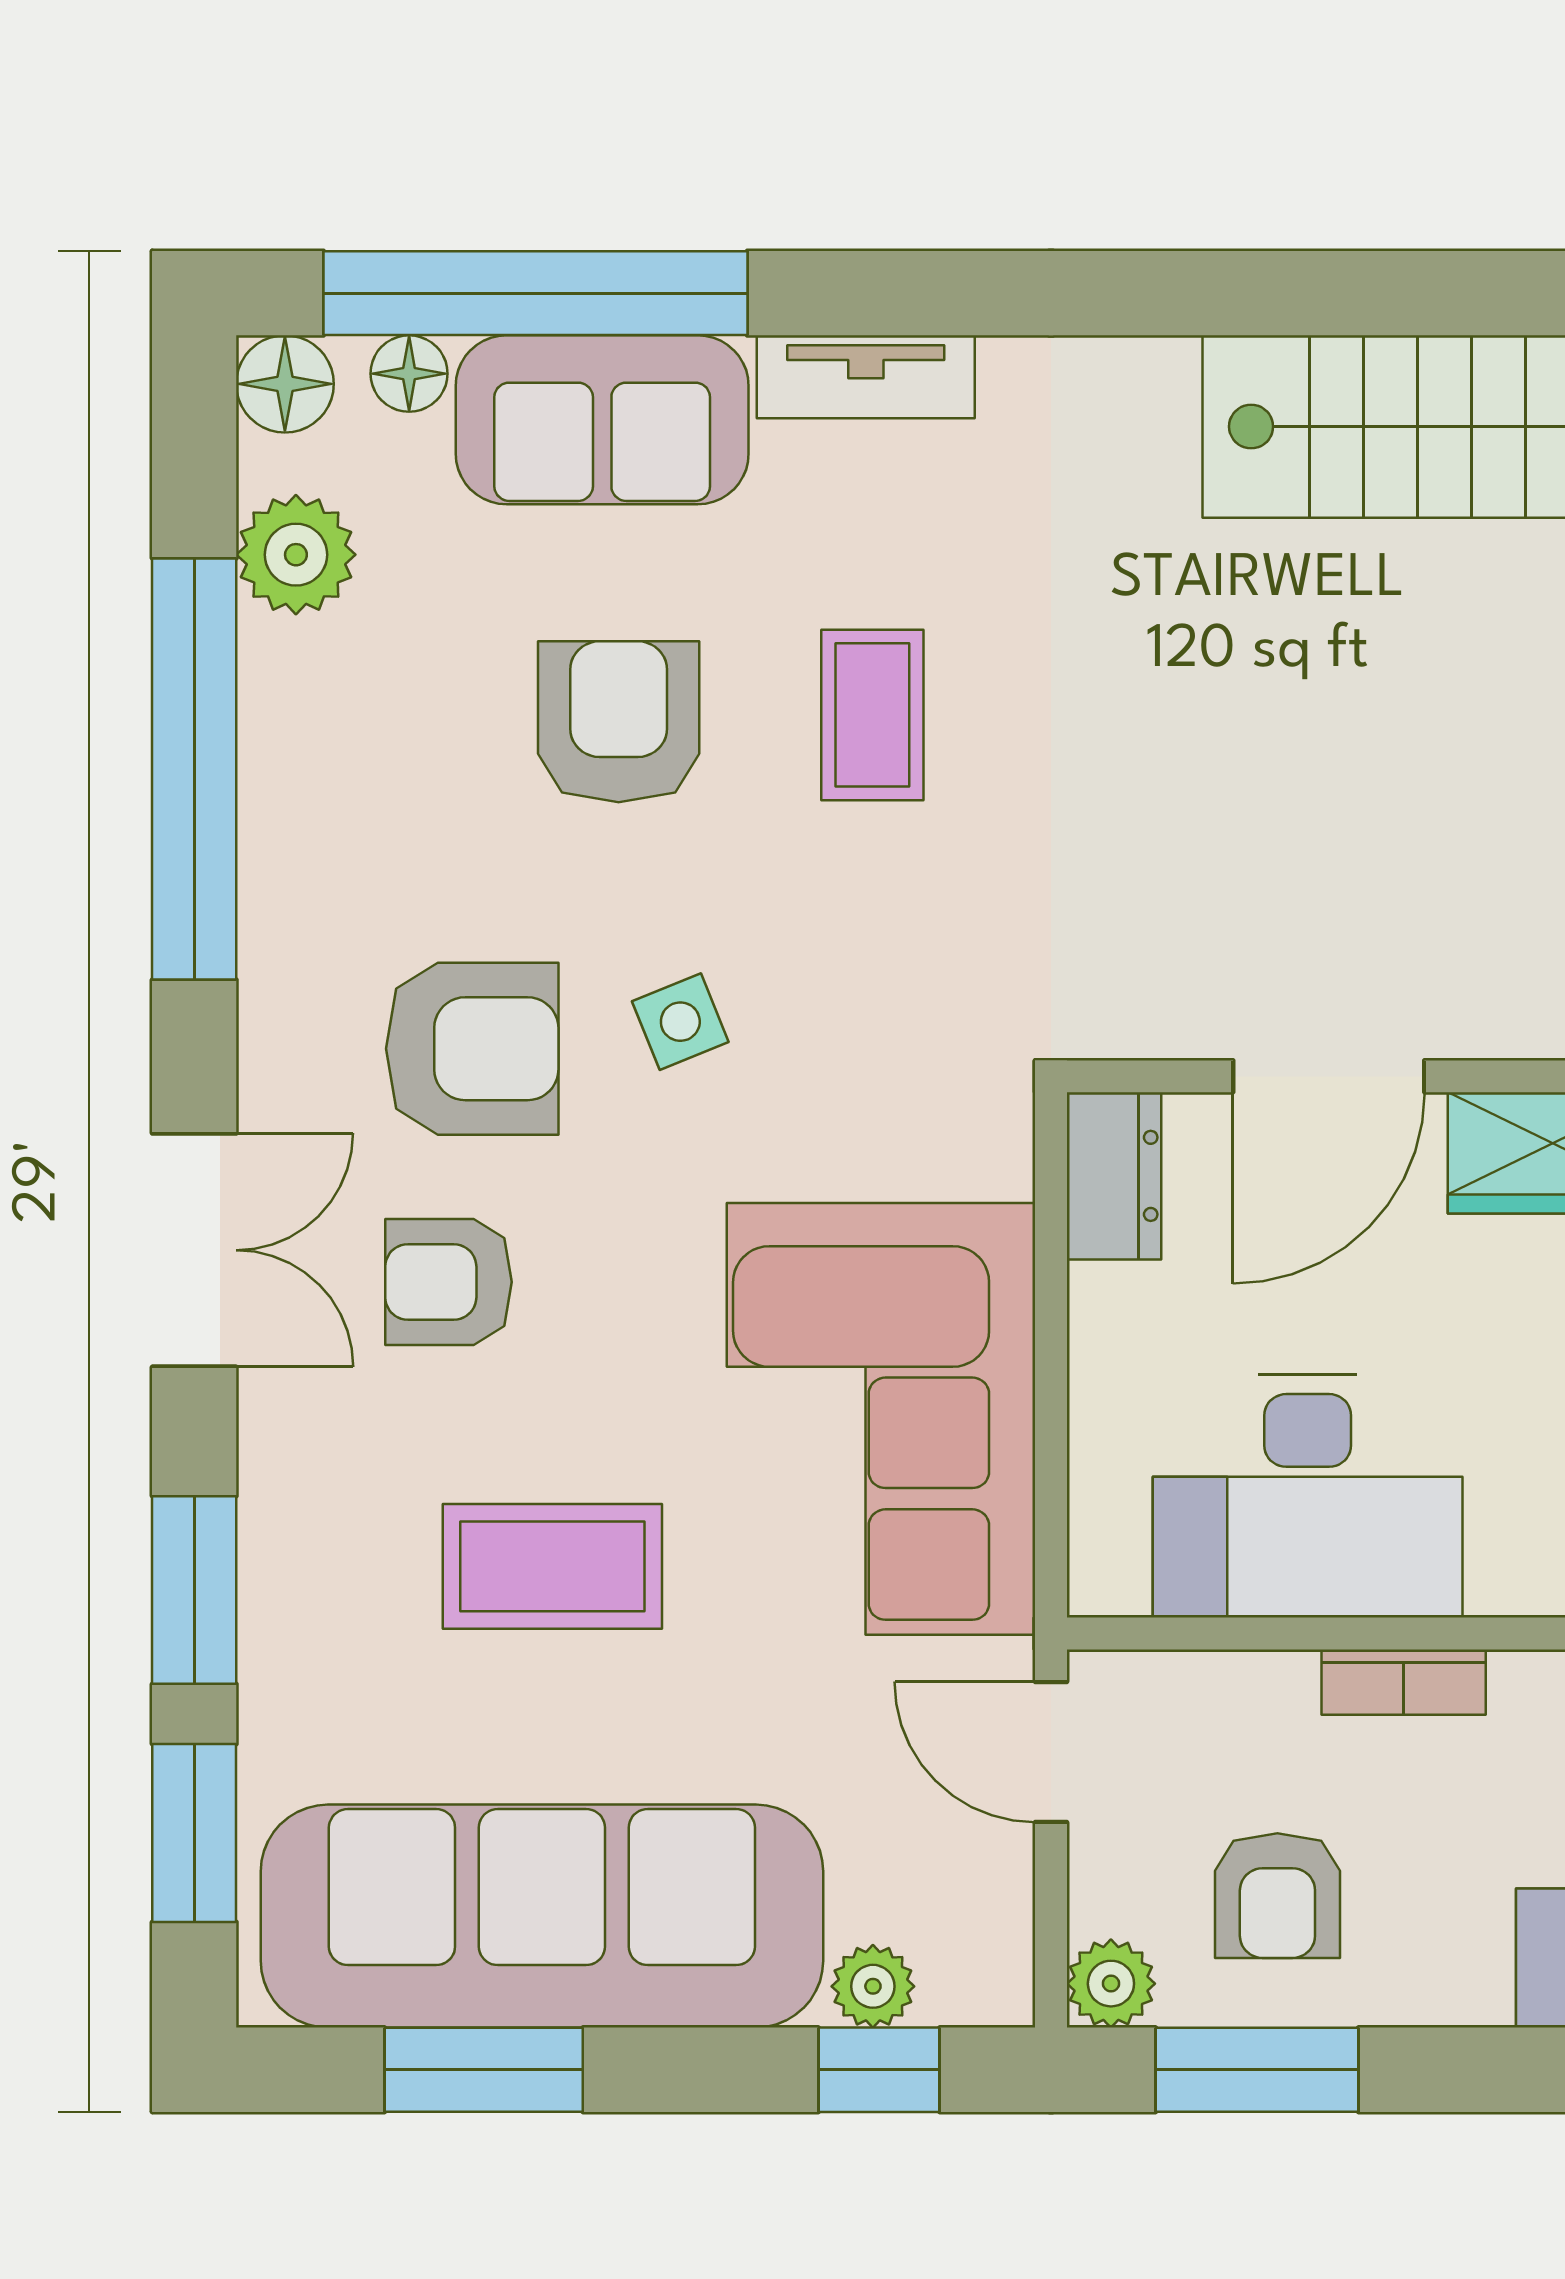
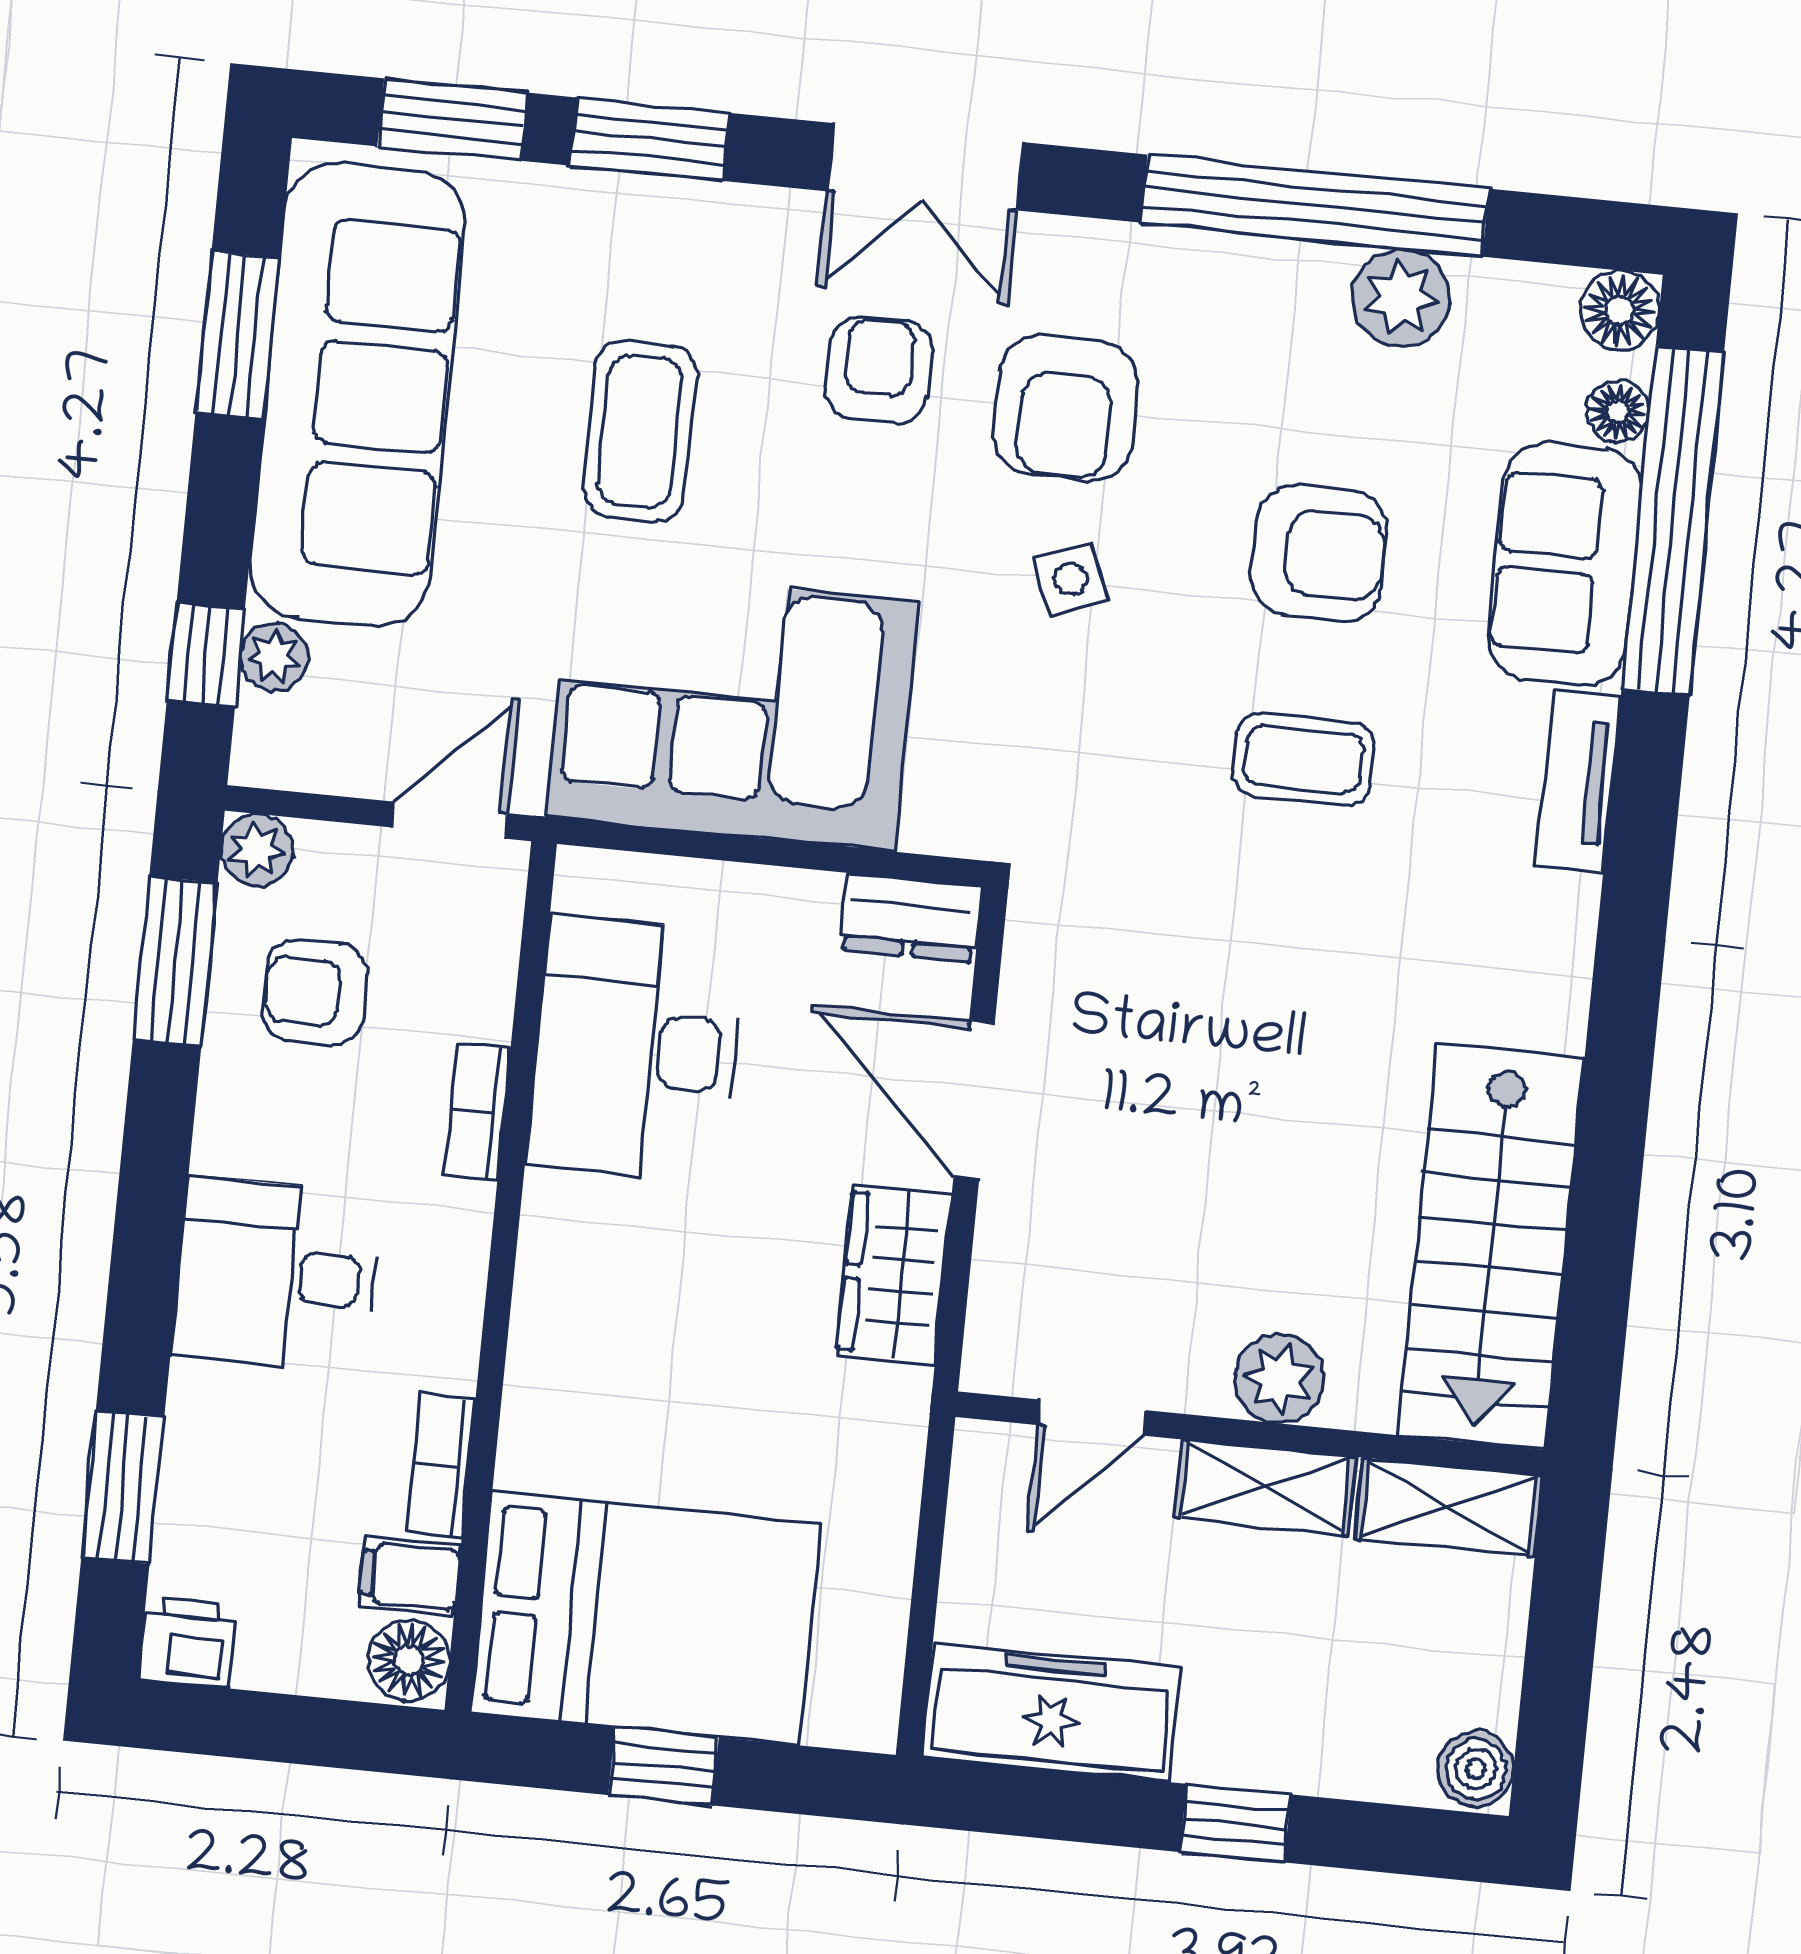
plant: (296, 555) -> (1401, 298), moved

